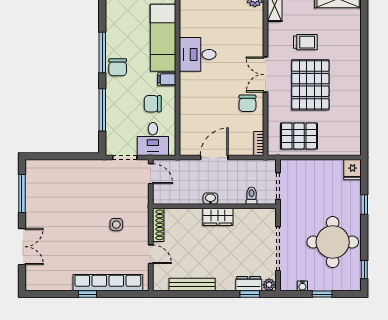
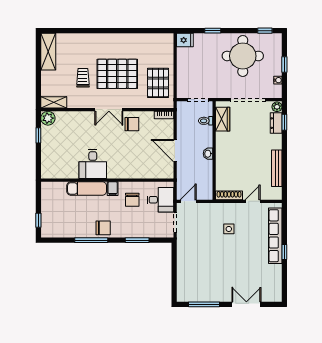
exam couch: (163, 38) -> (87, 189), width x0.73, depth x0.69
window: (102, 110) -> (137, 240), width x0.69
wardrobe: (218, 217) -> (223, 119), moved

